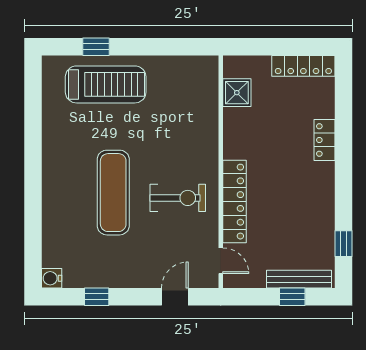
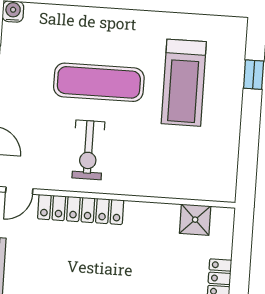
treadmill: (106, 84) -> (184, 83), moved

